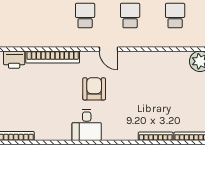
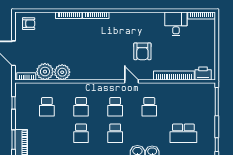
desk: (87, 125) -> (176, 24), moved

